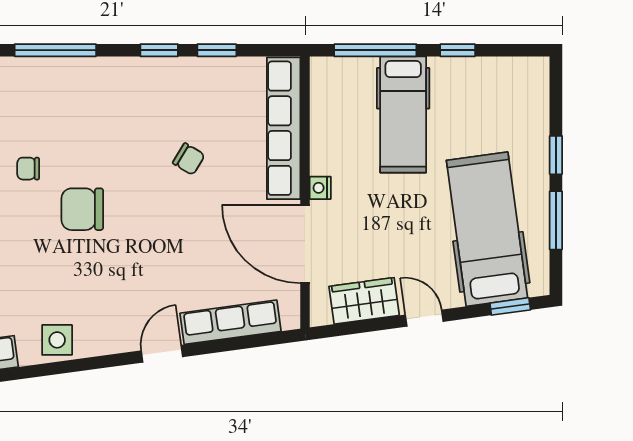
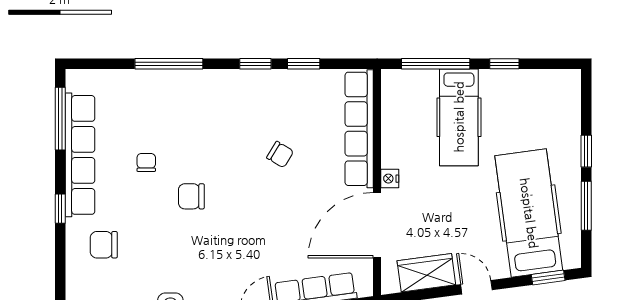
chair: (28, 169) -> (146, 162), turned 90
chair: (82, 209) -> (191, 196), width x0.73, depth x0.73
door: (305, 244) -> (377, 225), hinge flipped

